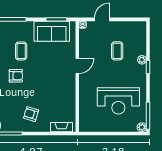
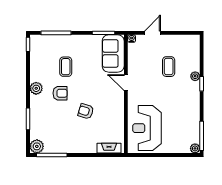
sofa: (52, 31) -> (113, 53), moved, turned 90
door: (77, 66) -> (126, 83), swing flipped
reception desk: (118, 101) -> (147, 128), moved, turned 90
armchair: (31, 114) -> (86, 111), moved

